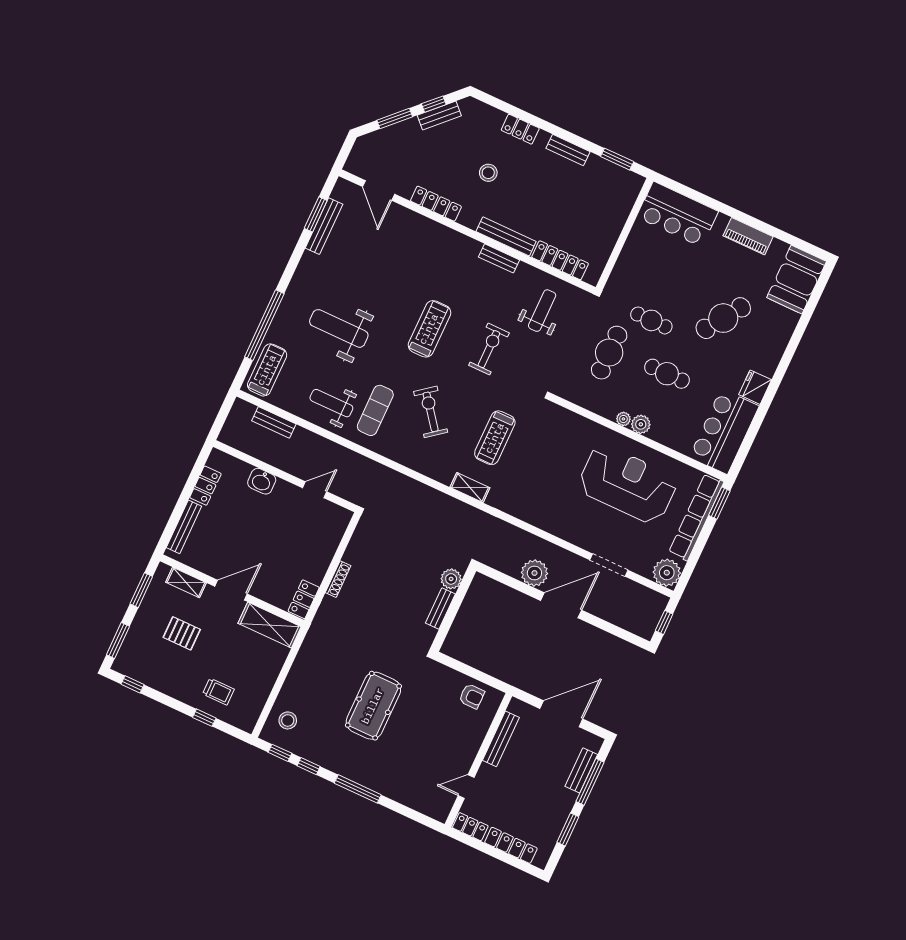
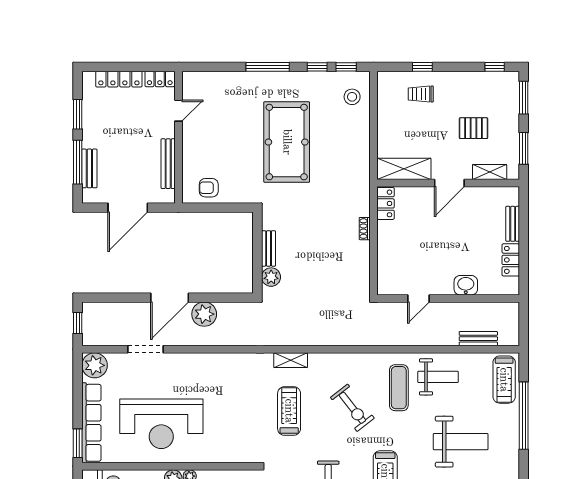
bench: (184, 527) -> (513, 224), width x0.73
shoe rack: (338, 579) -> (365, 229), width x0.70
pool table: (373, 706) -> (287, 142), width x1.36, depth x1.32

